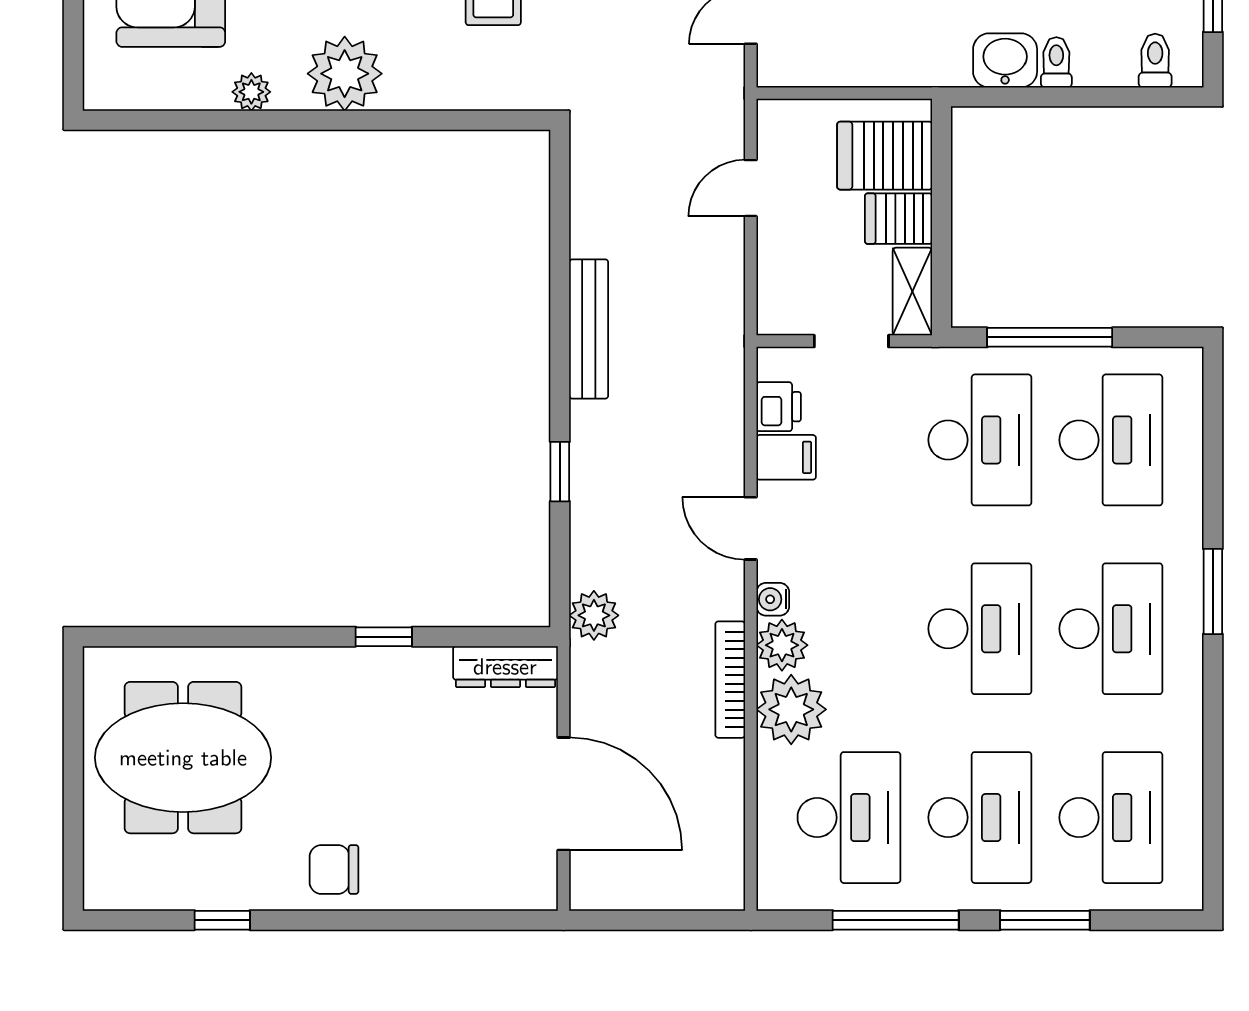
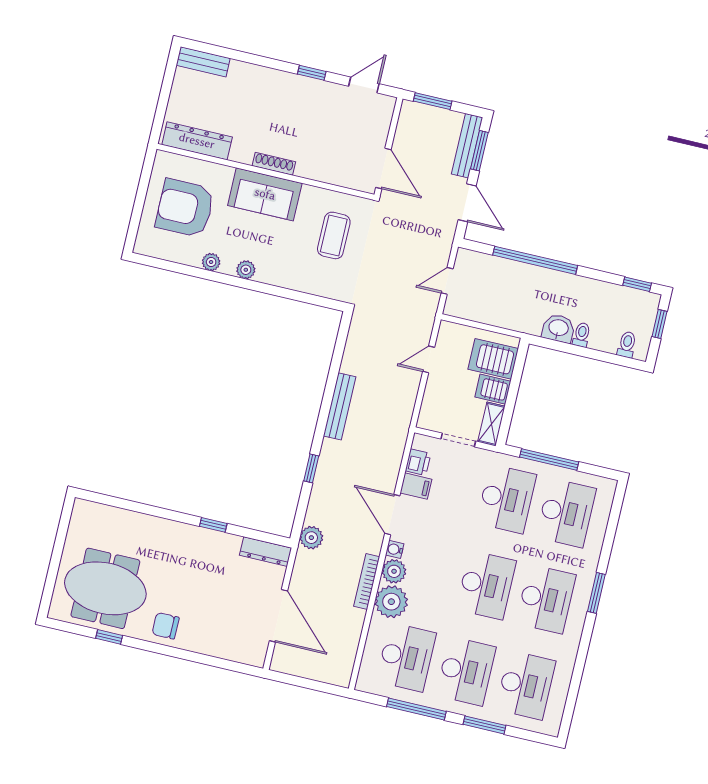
plant: (345, 74) -> (246, 270), width x0.53, depth x0.53
door: (751, 528) -> (392, 515), width x1.38
meeting table: (183, 758) -> (105, 588), moved

